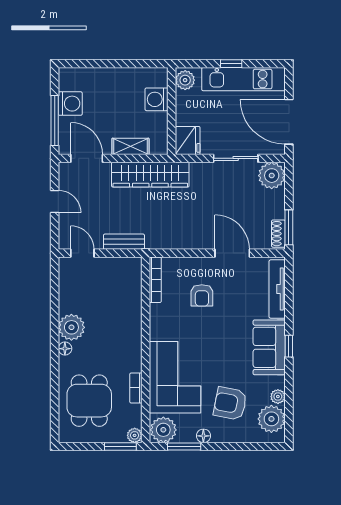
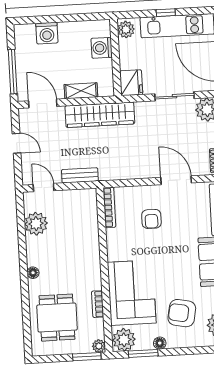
washing machine: (70, 104) -> (47, 33), moved, turned 90
plant: (71, 327) -> (36, 224), moved

